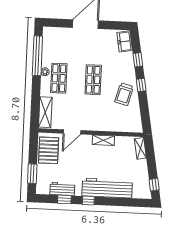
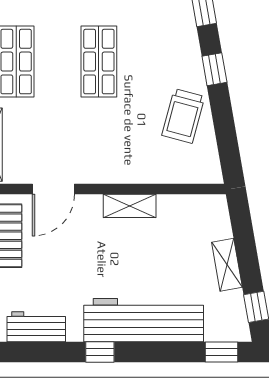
trolley: (124, 94) -> (183, 116), moved
shelving: (140, 148) -> (227, 265), moved
window: (64, 199) -> (221, 352), moved

